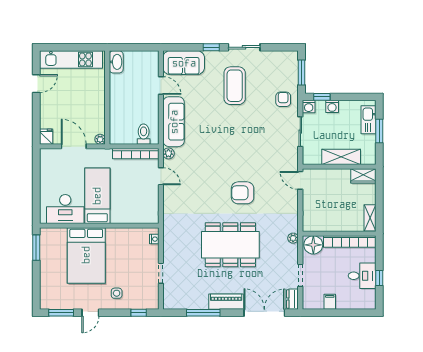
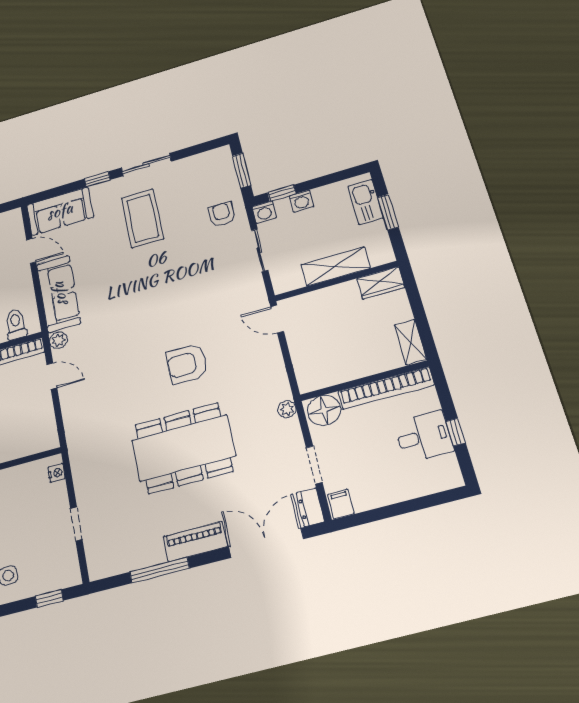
filing cabinet: (330, 302) -> (341, 504), moved

